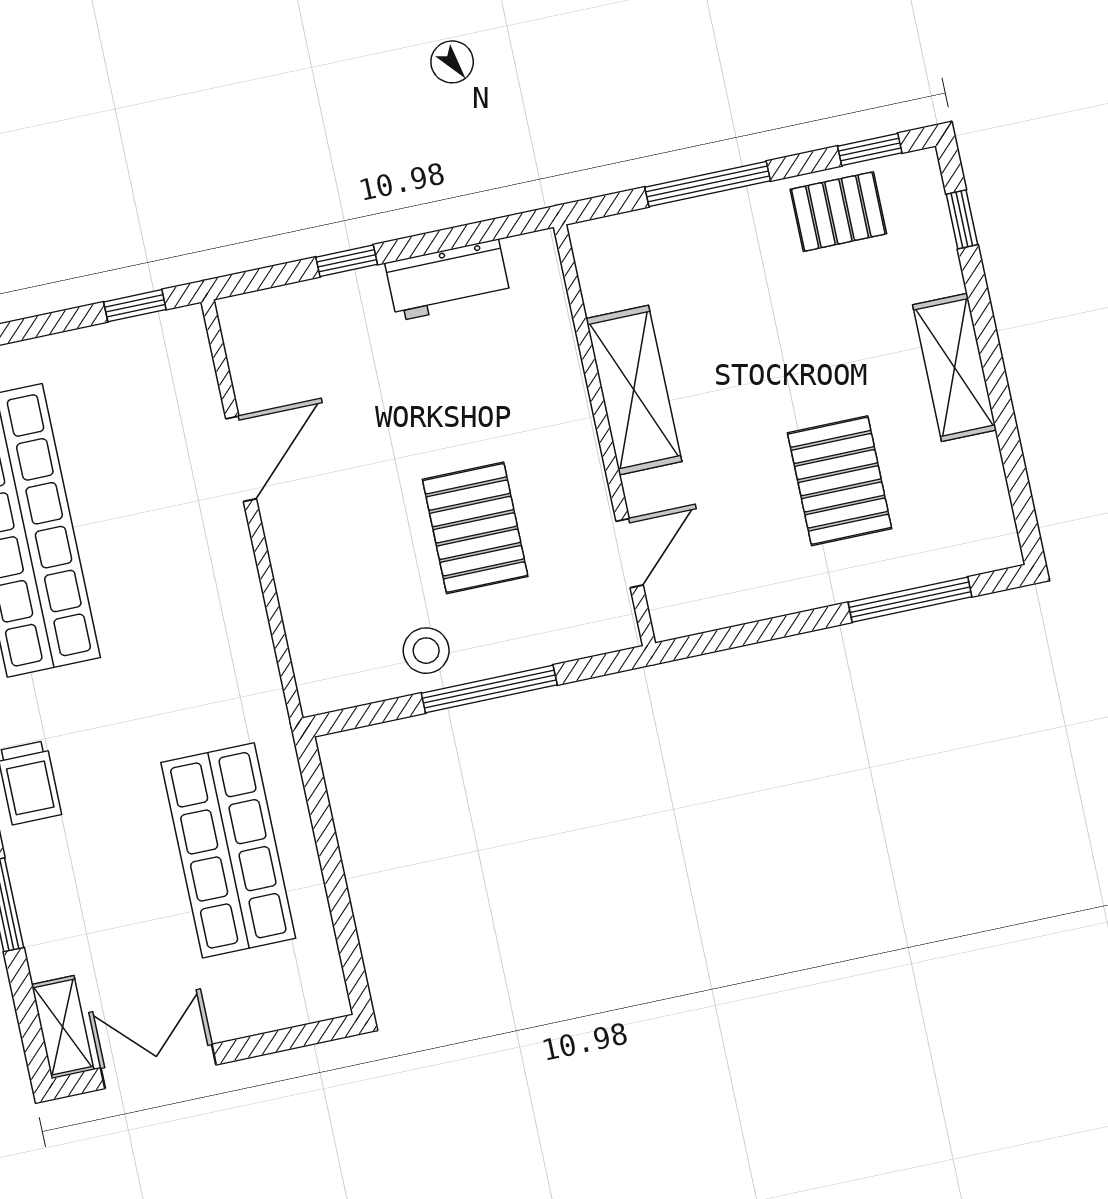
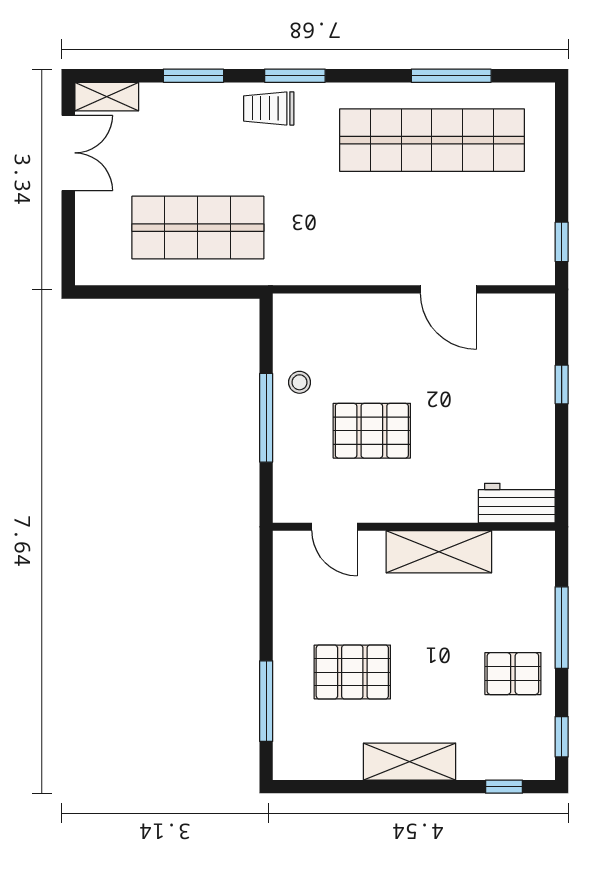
pallet: (838, 212) -> (513, 674), moved, turned 90
workbench: (448, 280) -> (517, 503), moved, turned 90
stool: (426, 651) -> (300, 382), width x0.73, depth x0.73

